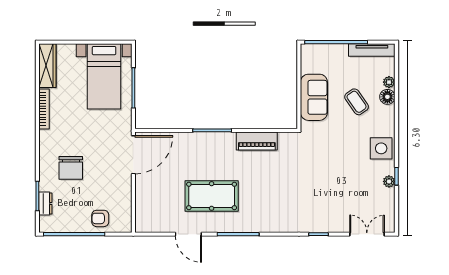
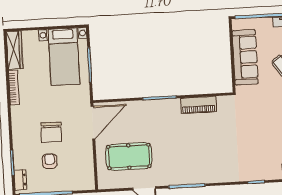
sofa: (314, 97) -> (245, 57), width x1.36
chair: (71, 168) -> (51, 132), moved
pool table: (212, 196) -> (129, 157), moved
dresser: (45, 203) -> (20, 180), moved
armchair: (100, 218) -> (50, 161), moved, turned 90

